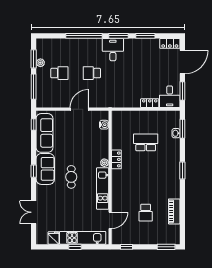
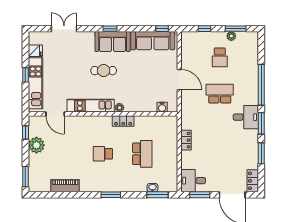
school desk: (92, 73) -> (220, 94), width x1.85
window: (34, 87) -> (205, 29), width x0.46
locker: (150, 103) -> (186, 140), moved
school desk: (146, 213) -> (103, 154), moved
plant: (138, 237) -> (36, 145), added

